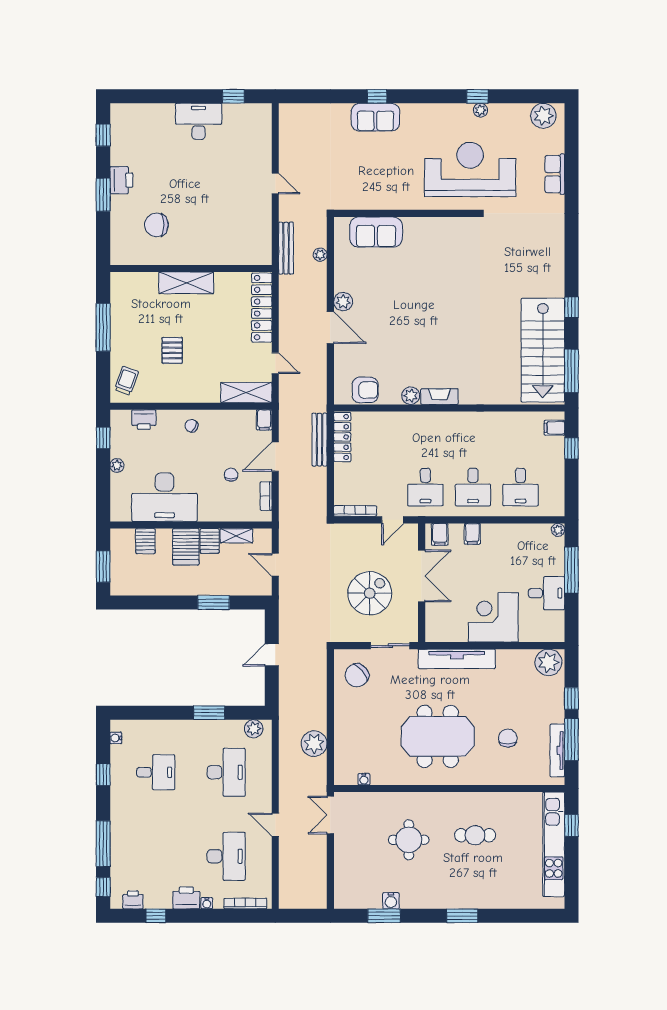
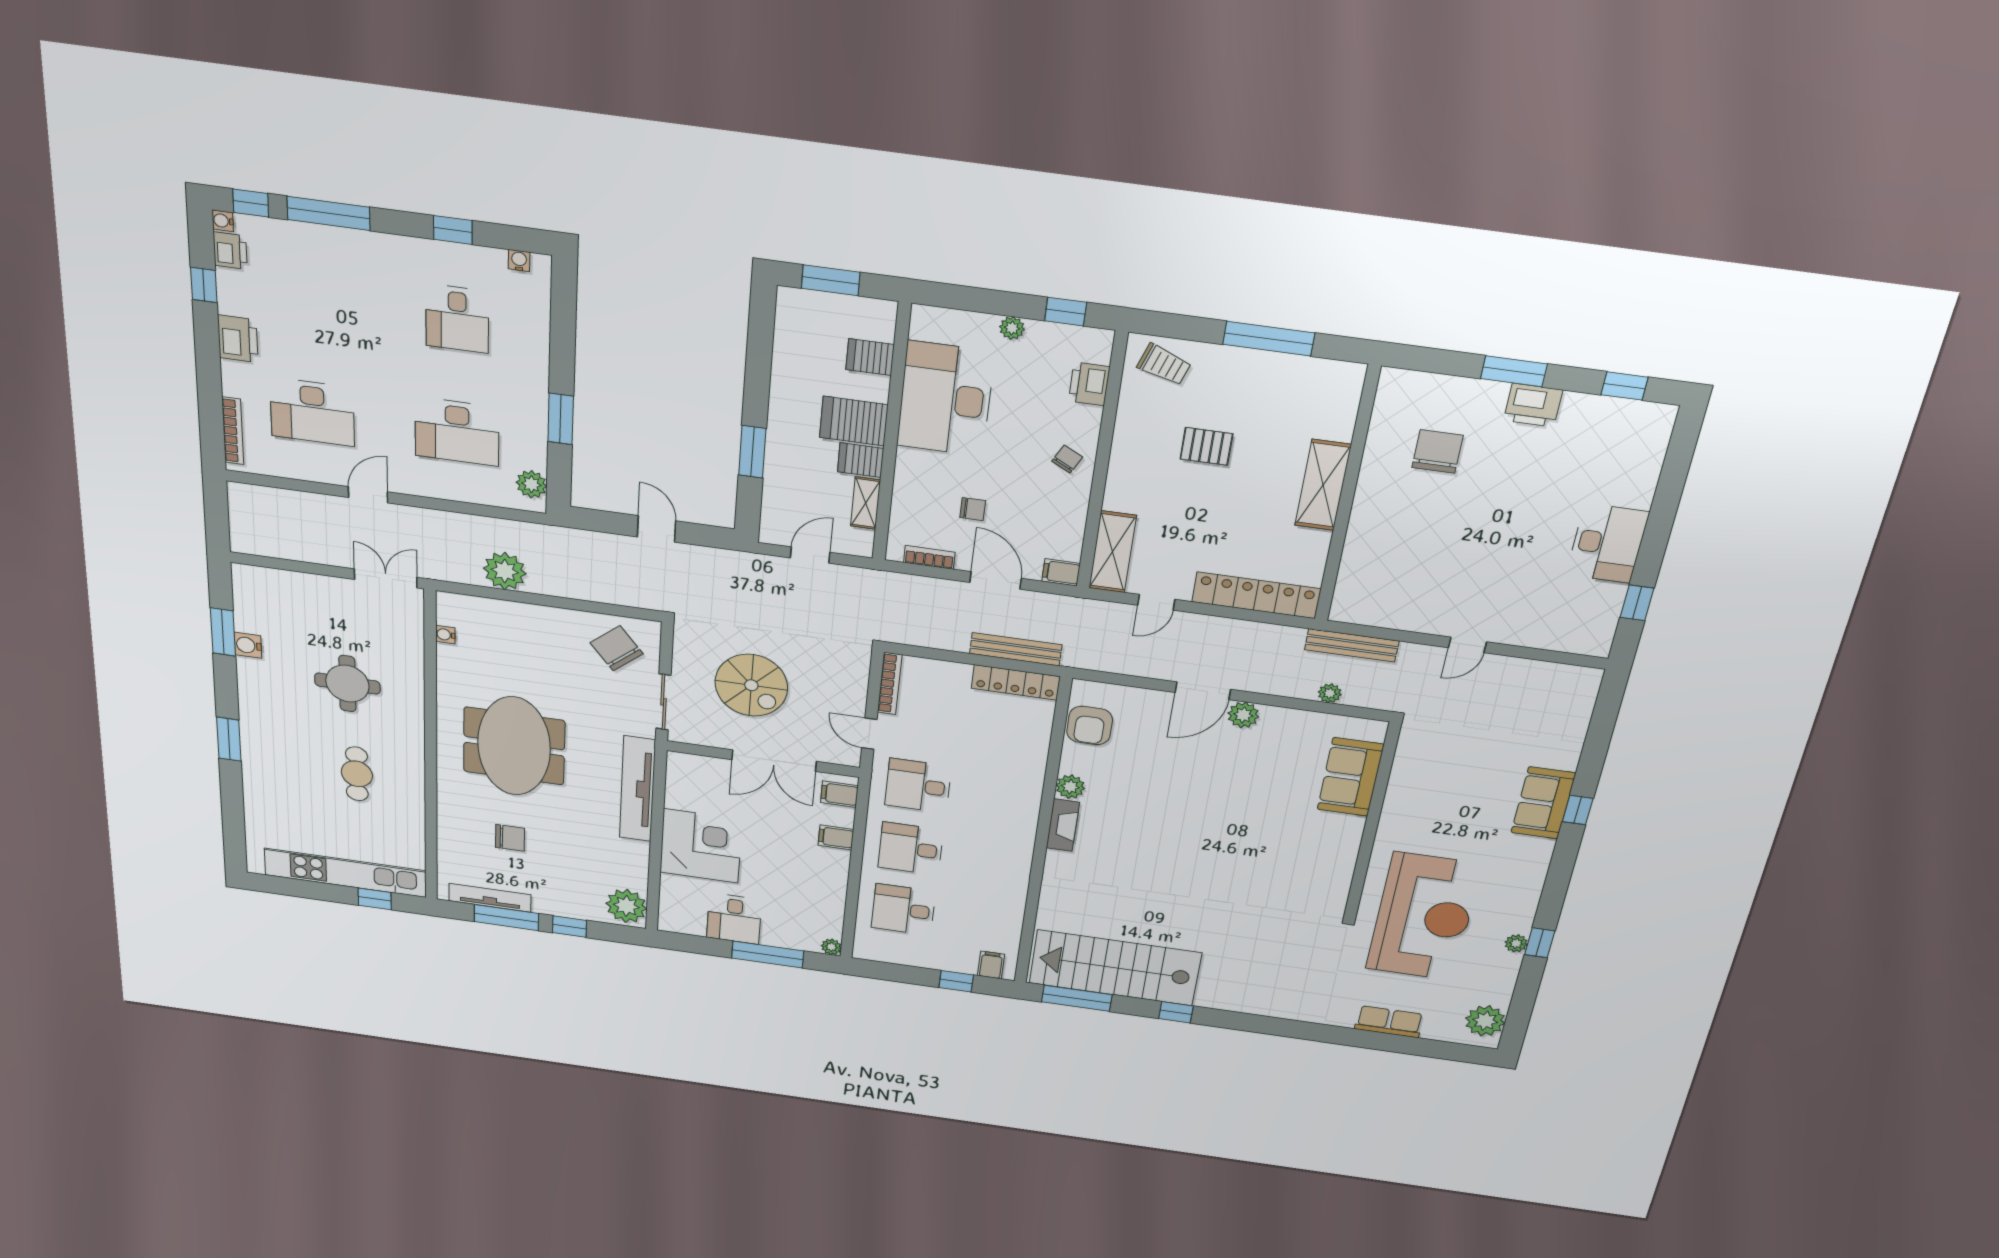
water cooler: (207, 903) -> (223, 221), moved

